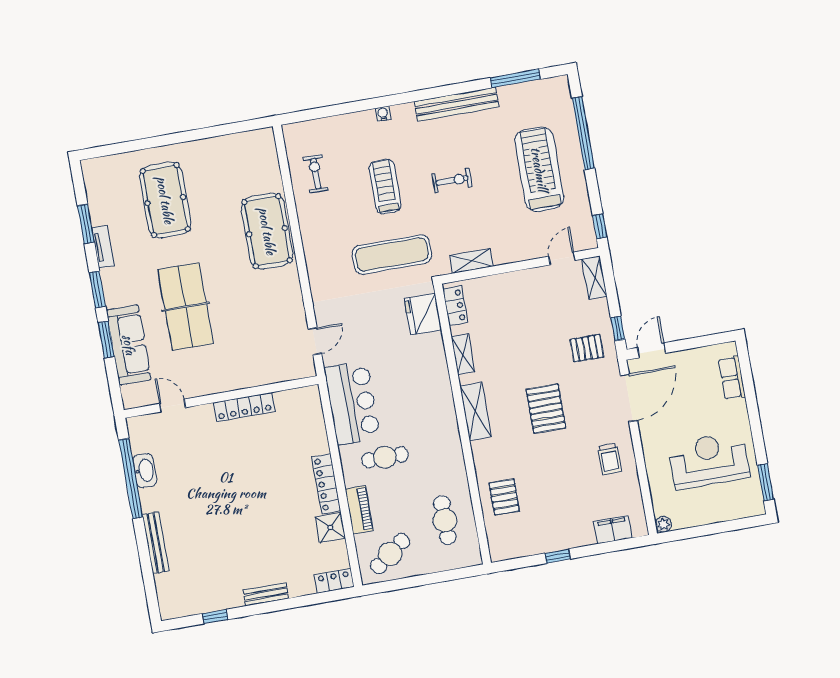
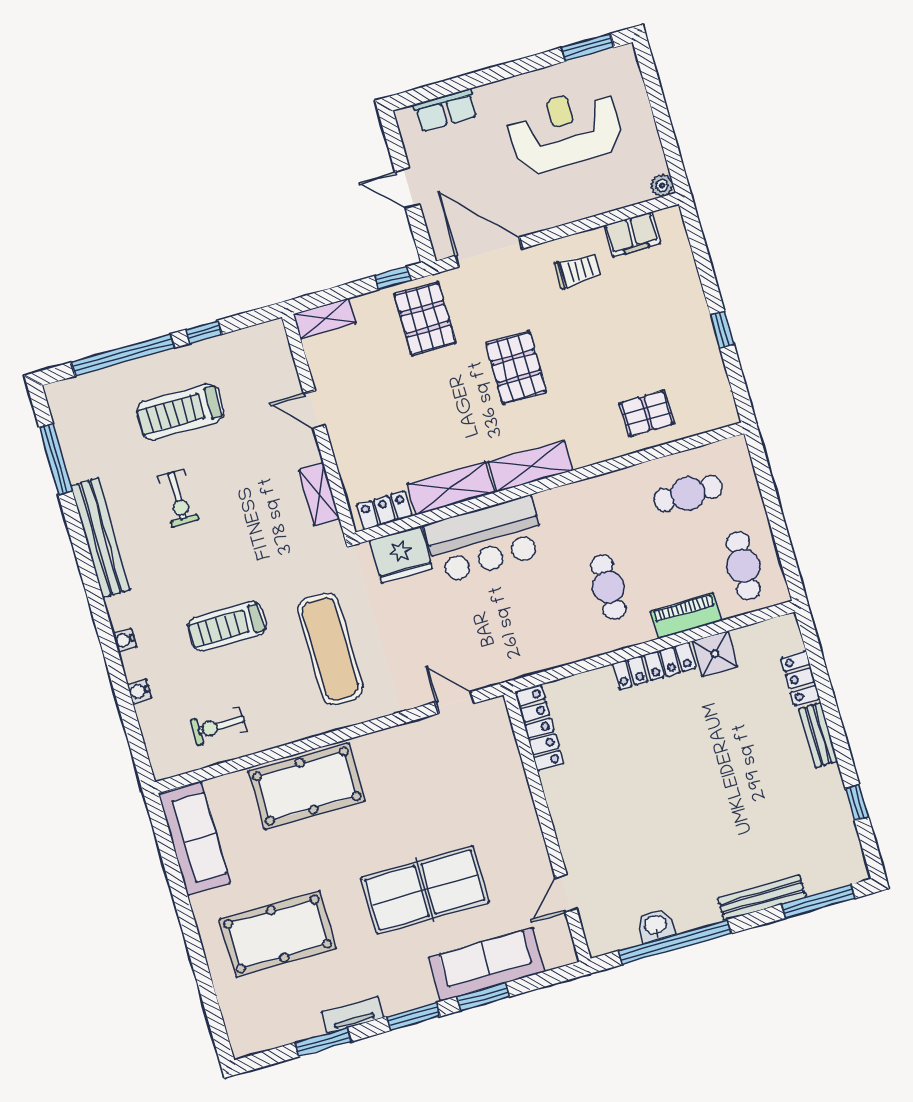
water cooler: (346, 120) -> (139, 691), added
sofa: (238, 148) -> (194, 839), added
treadmill: (539, 169) -> (180, 412), width x0.73, depth x0.73
exercise bike: (452, 180) -> (178, 498), moved, turned 180
window: (600, 226) -> (204, 332), moved
exercise mat: (392, 254) -> (330, 649), moved
door: (562, 258) -> (314, 409), moved
pallet: (587, 348) -> (425, 319), width x1.50, depth x1.42
door: (651, 350) -> (407, 188), moved
shelving: (463, 354) -> (451, 488), width x1.50, depth x1.33
bar counter: (352, 403) -> (485, 540), moved, turned 180
locker: (244, 407) -> (539, 728), moved
pallet: (546, 409) -> (516, 368), turned 90
reception desk: (709, 460) -> (565, 130), turned 90
washbasin: (145, 471) -> (655, 925), width x0.72
filing cabinet: (613, 530) -> (632, 234), moved, turned -90
cafe table: (390, 554) -> (743, 566), turned 40
locker: (334, 581) -> (800, 678), moved
window: (149, 582) -> (818, 901), added

